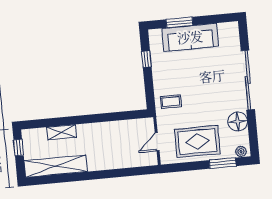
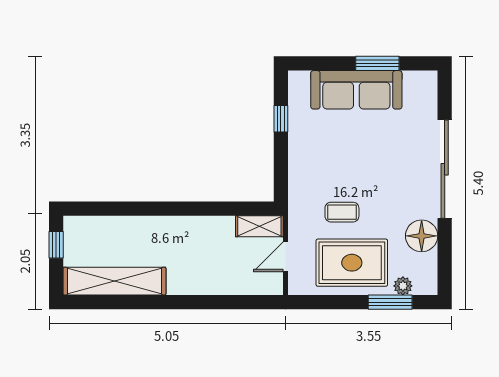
window: (179, 22) -> (377, 63), moved
coffee table: (171, 102) -> (342, 212), moved
shelving: (62, 132) -> (259, 226), moved
plant: (241, 151) -> (403, 286), moved

